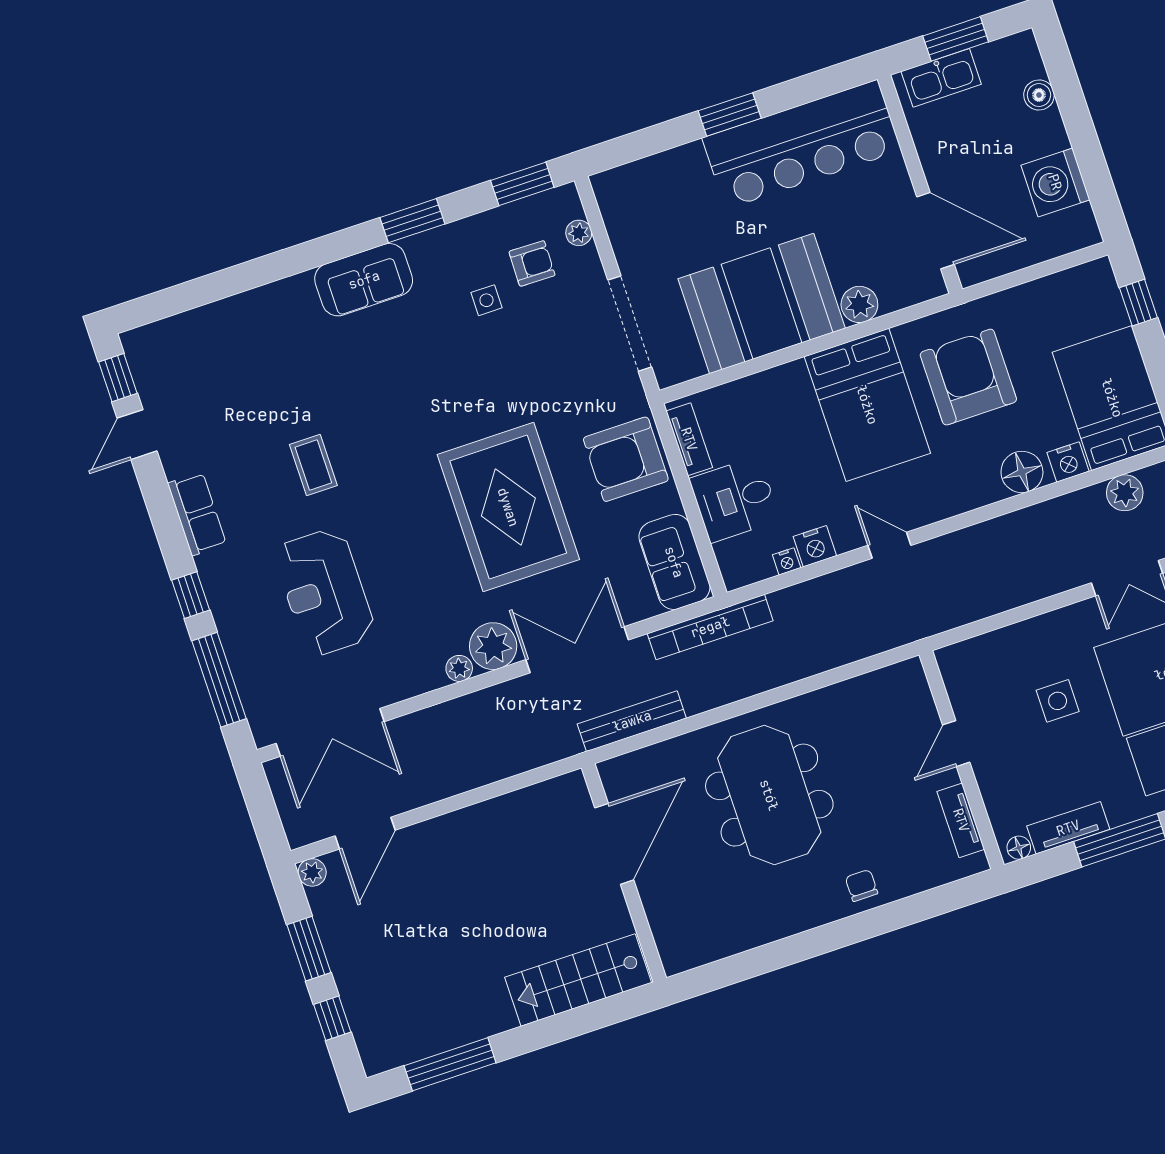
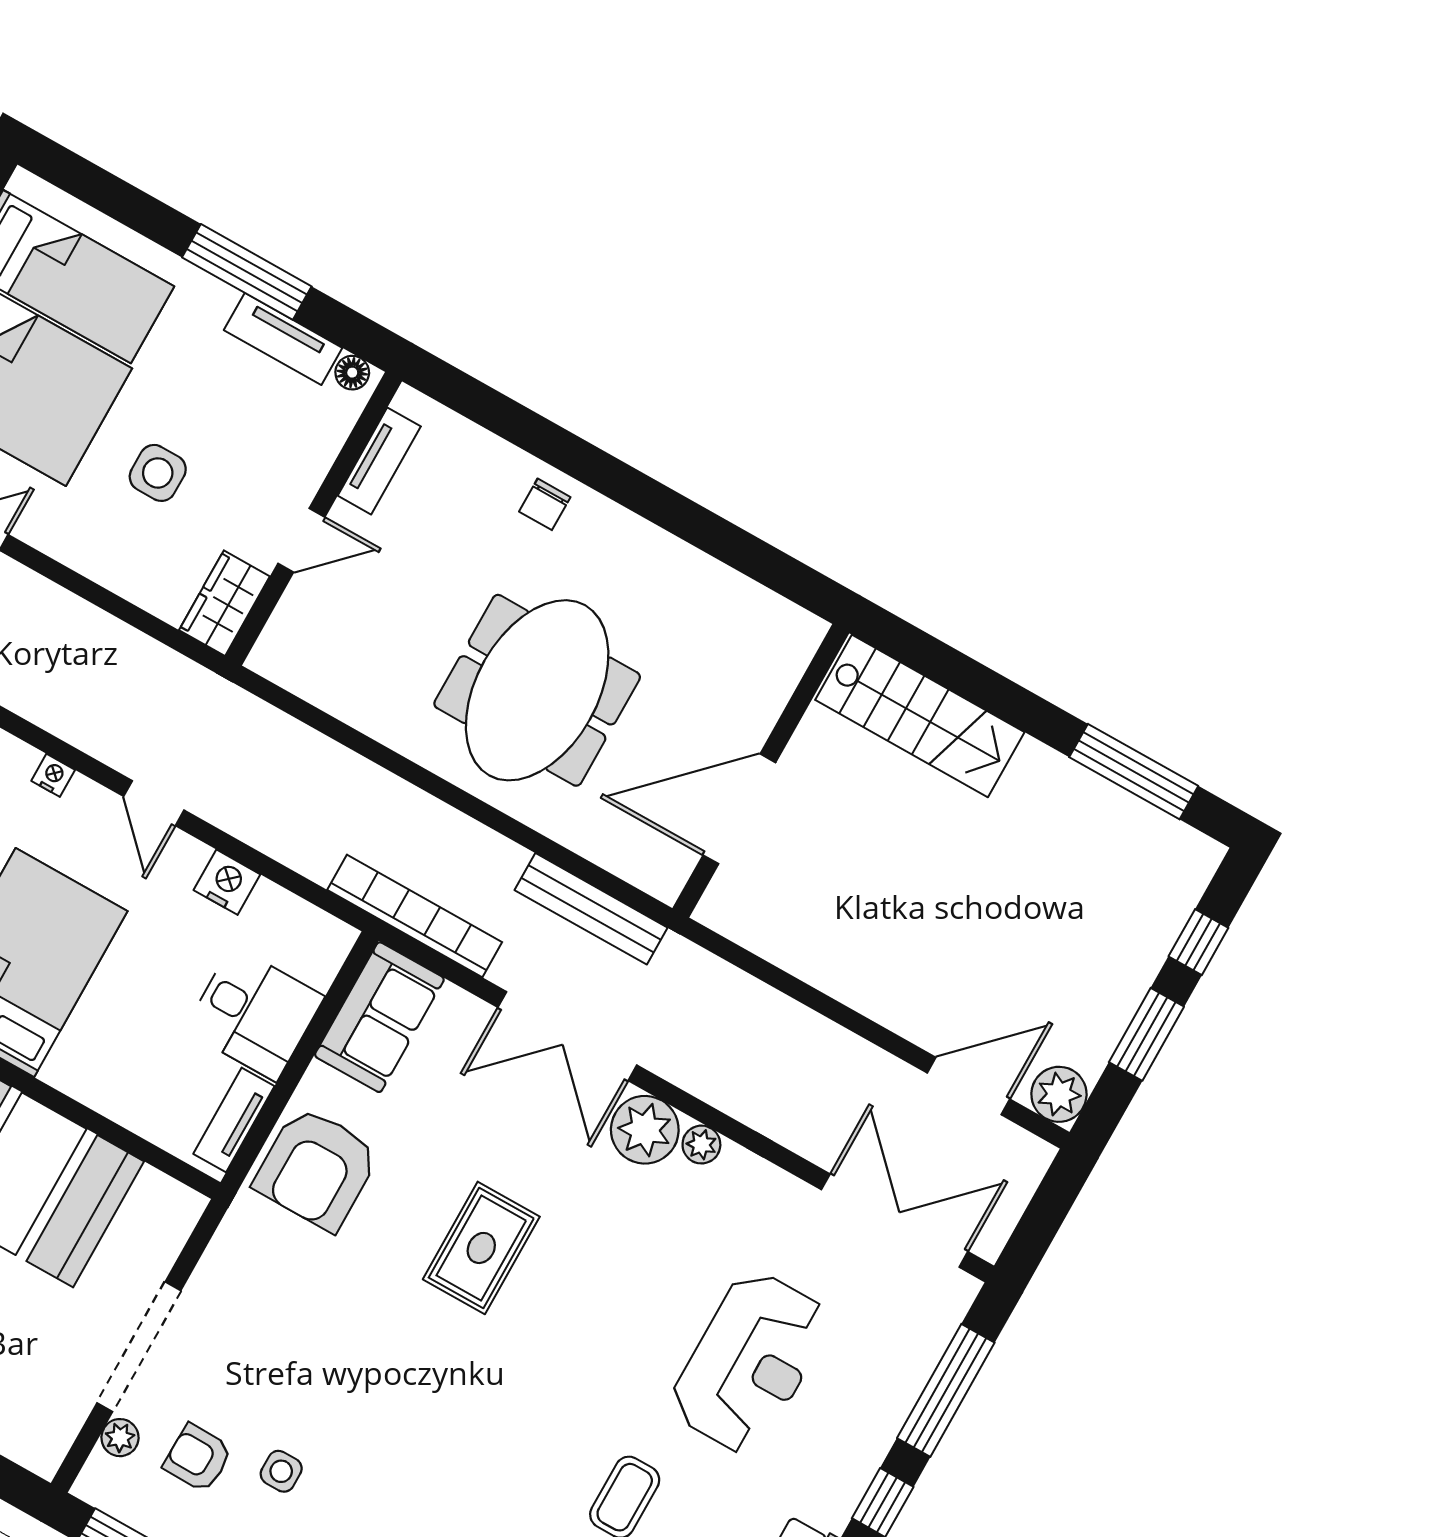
doorway: (630, 324) -> (139, 1347), moved
armchair: (626, 459) -> (317, 1168), turned 90
rug: (508, 507) -> (481, 1248), width x0.54, depth x0.49
nightstand: (787, 561) -> (53, 775), moved
wardrobe: (960, 675) -> (224, 603), added
plant: (312, 872) -> (1059, 1094), width x1.38, depth x1.38

